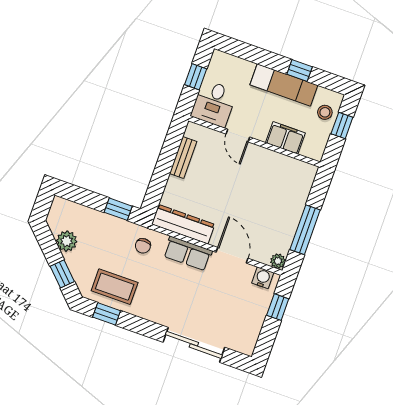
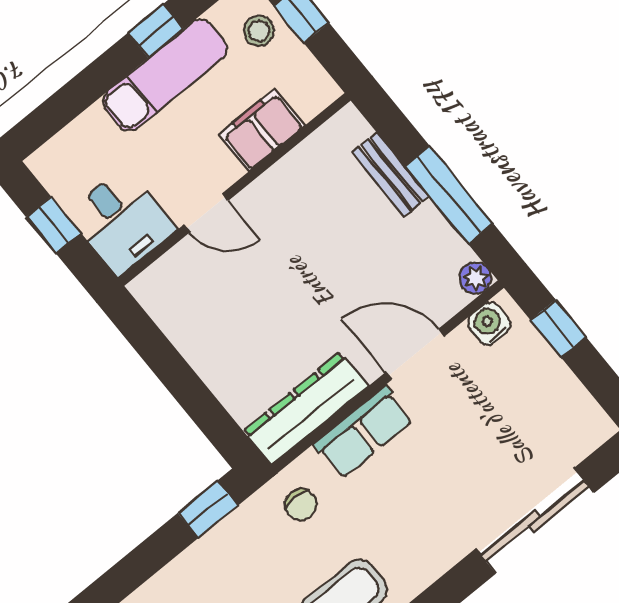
bench: (183, 157) -> (391, 174), moved

